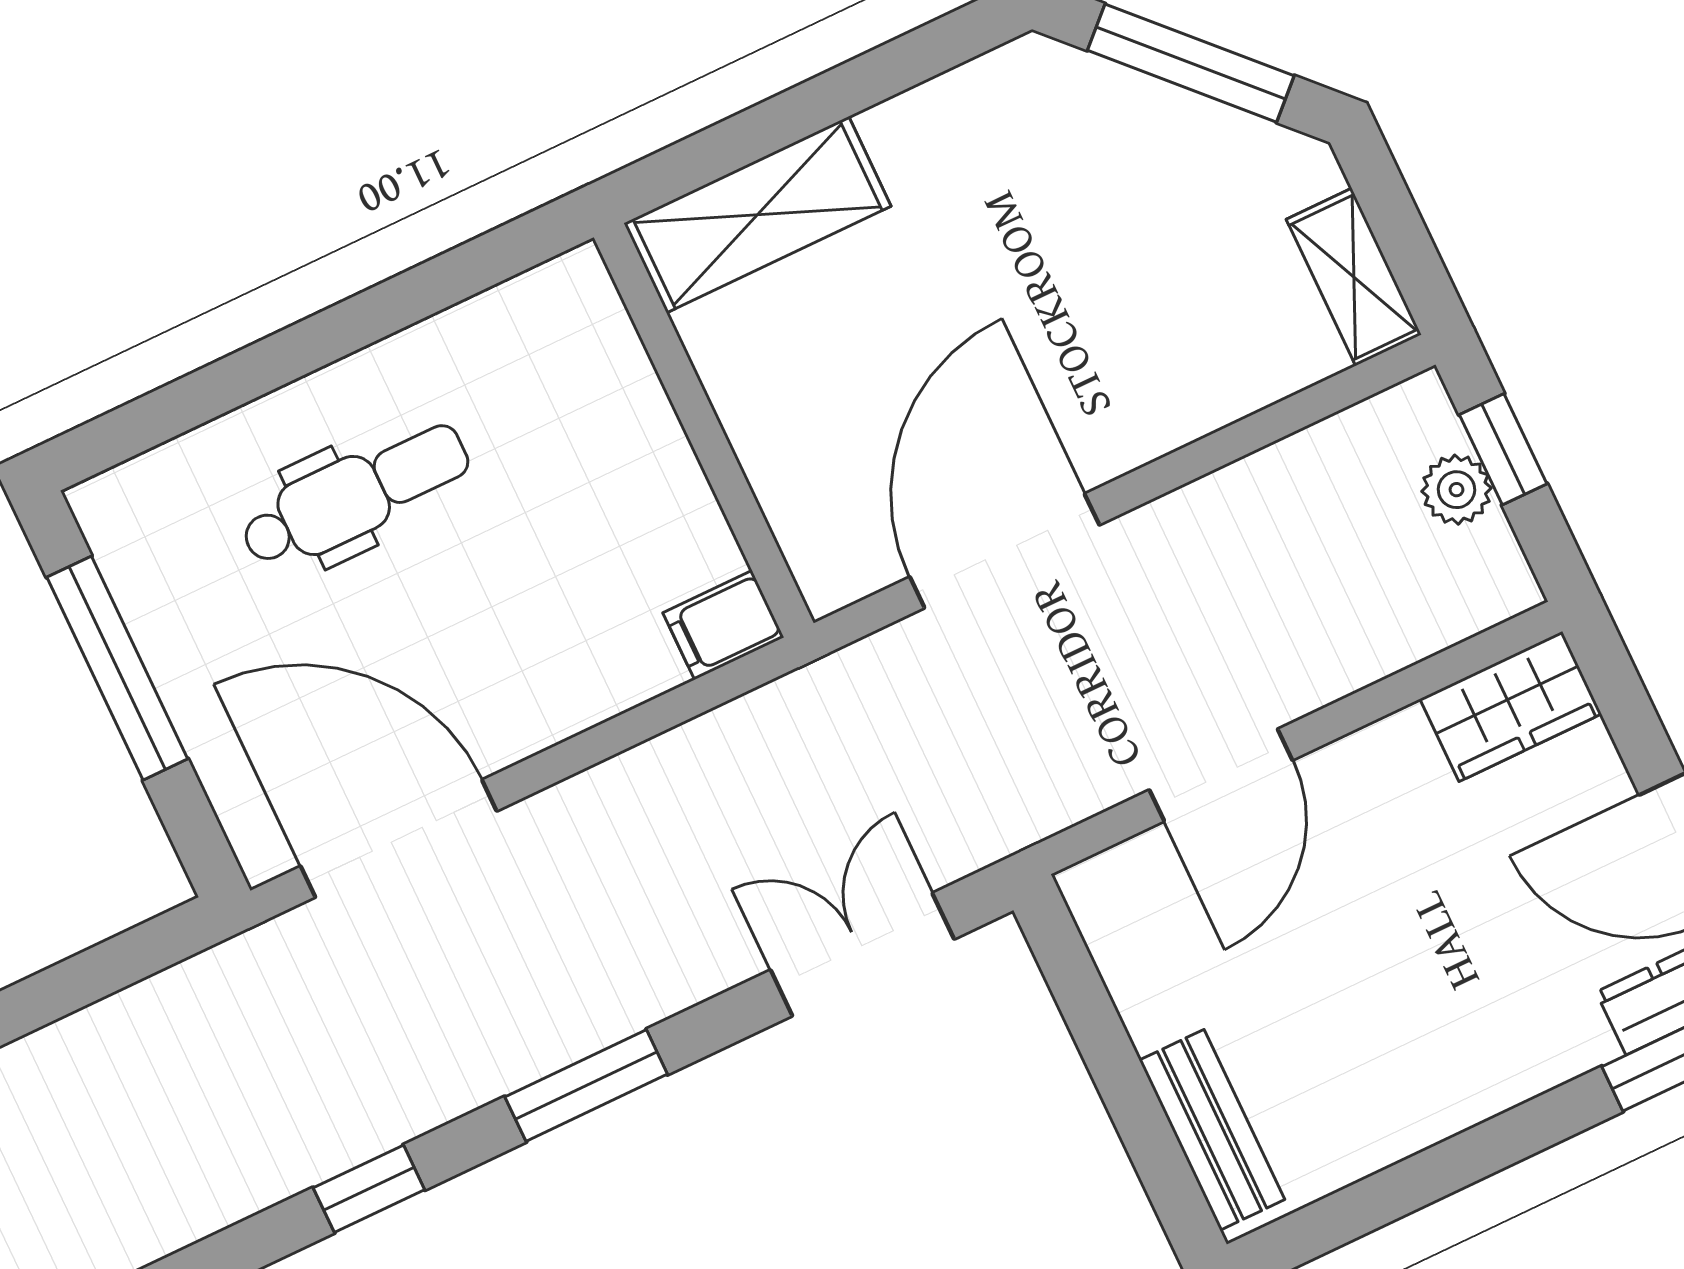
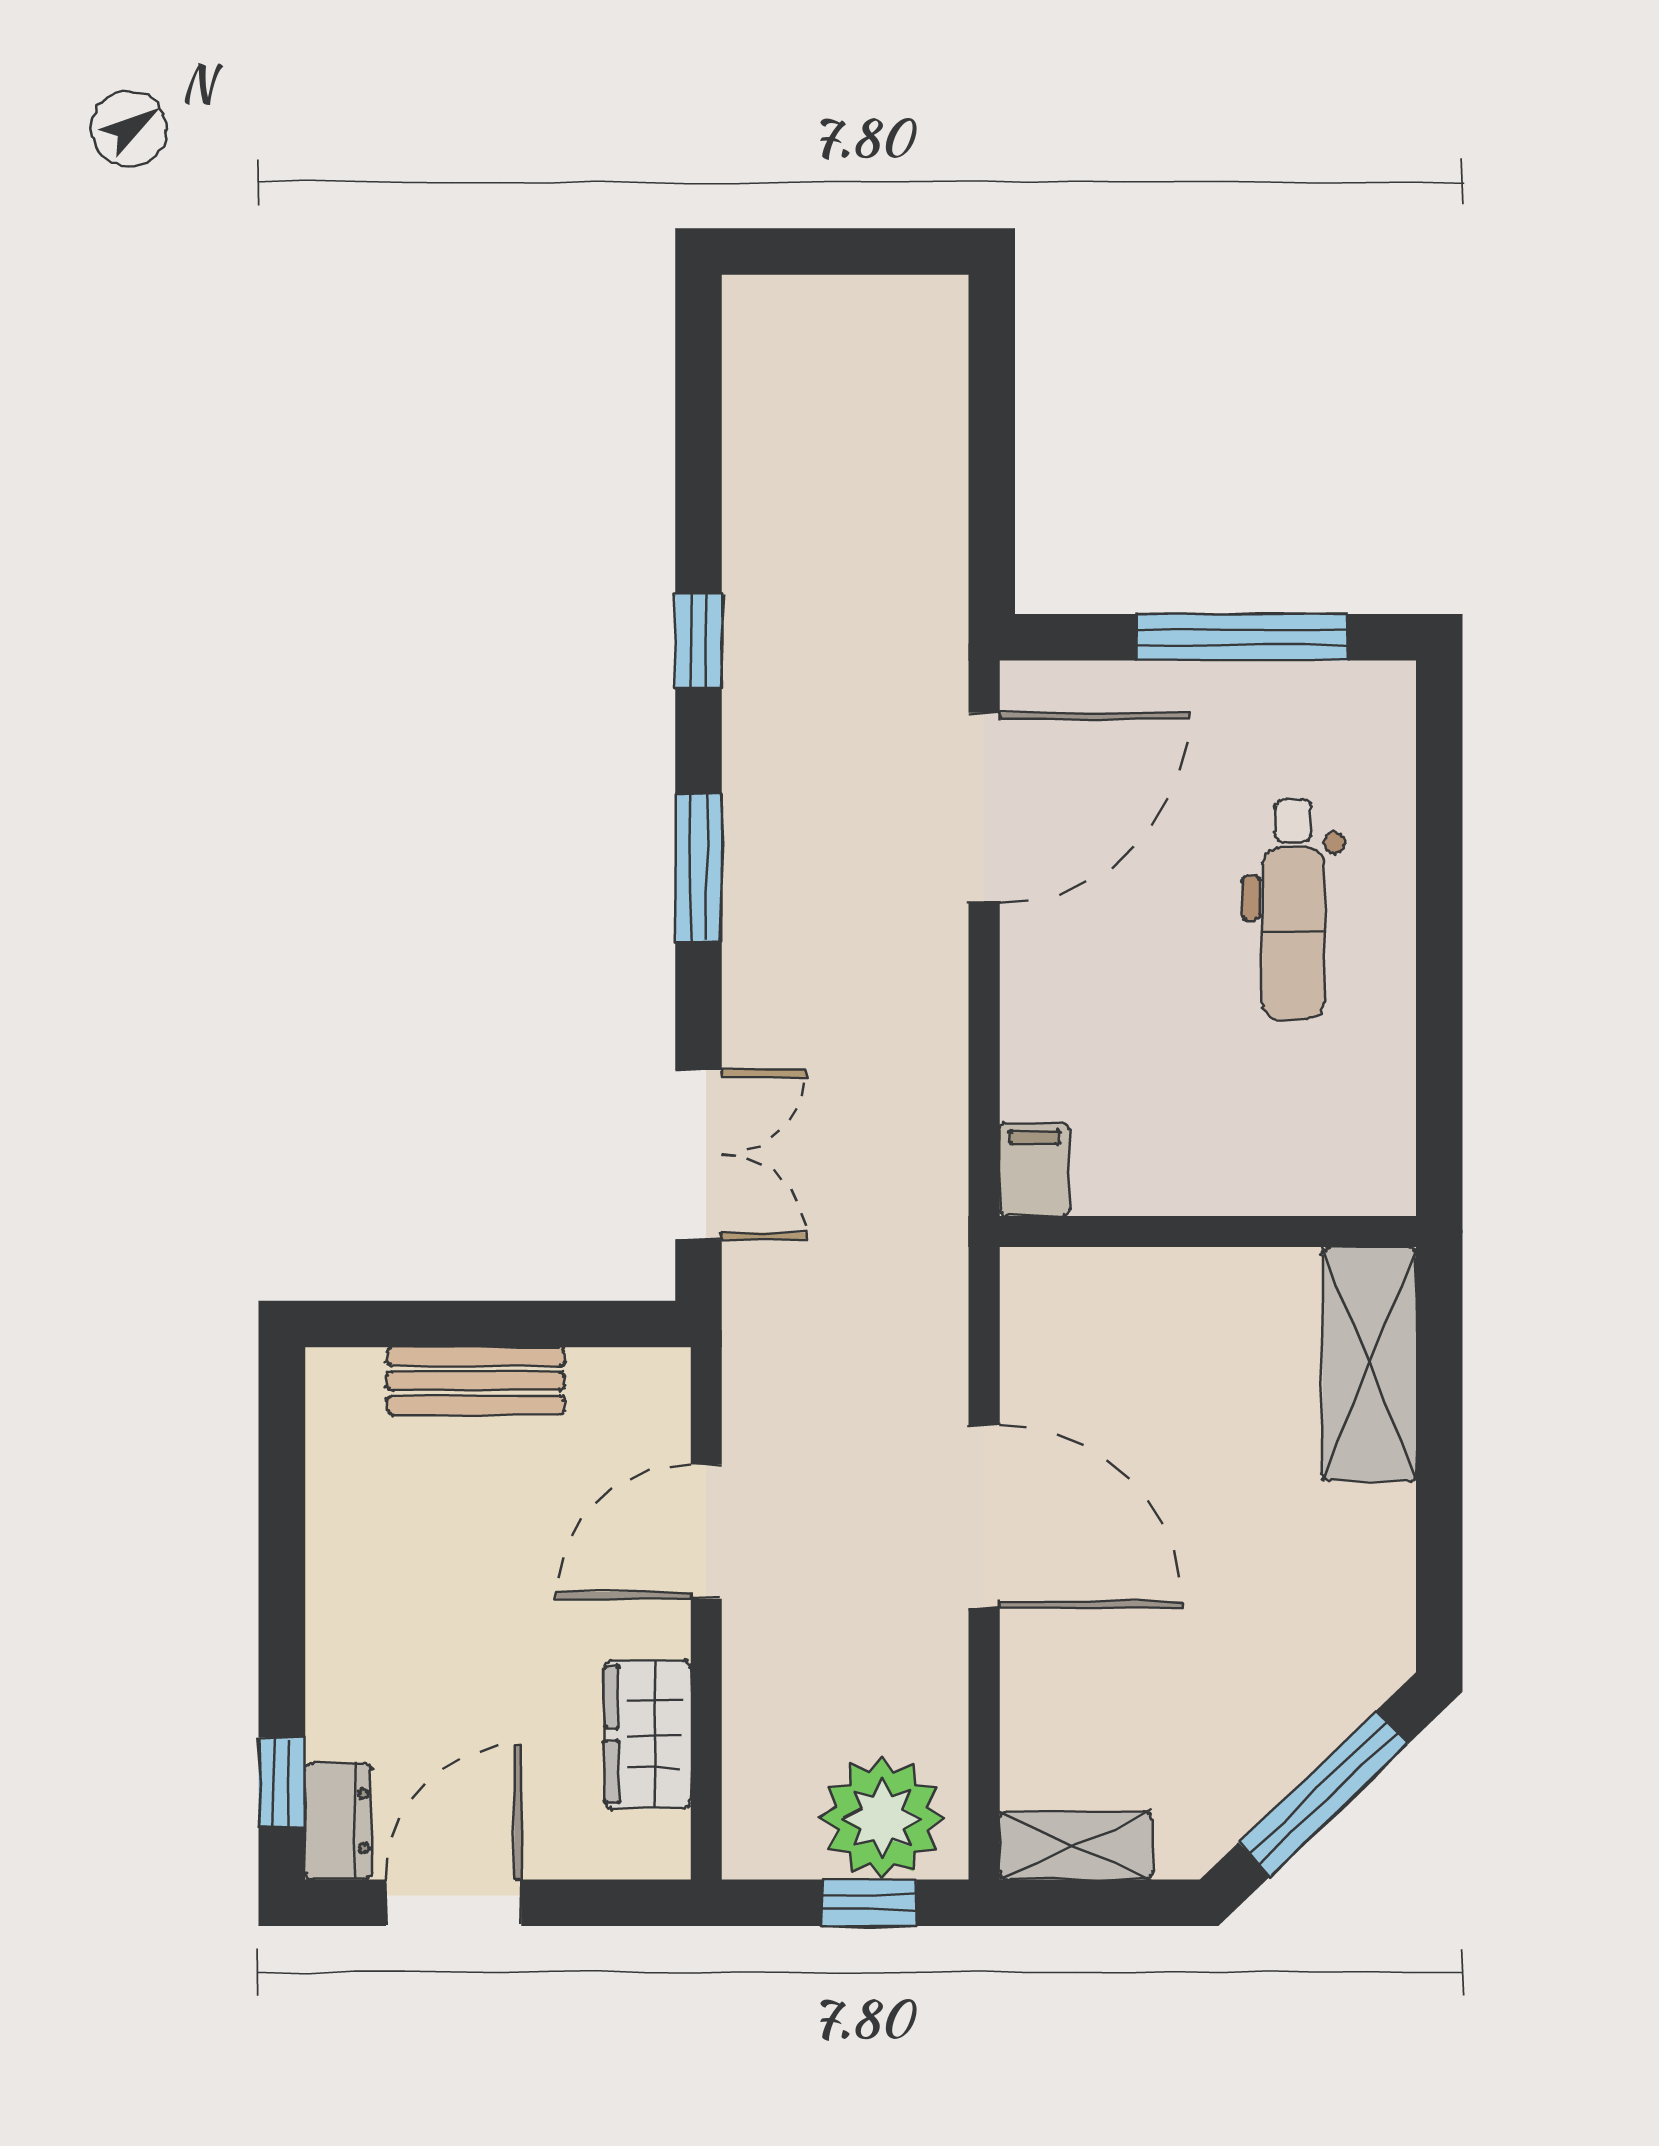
plant: (1457, 490) -> (882, 1818), width x1.87, depth x1.87
door: (1005, 551) -> (984, 1517), moved
wardrobe: (1511, 706) -> (648, 1734), moved
door: (1221, 775) -> (706, 1532), hinge flipped
bench: (1212, 1130) -> (476, 1381), moved

